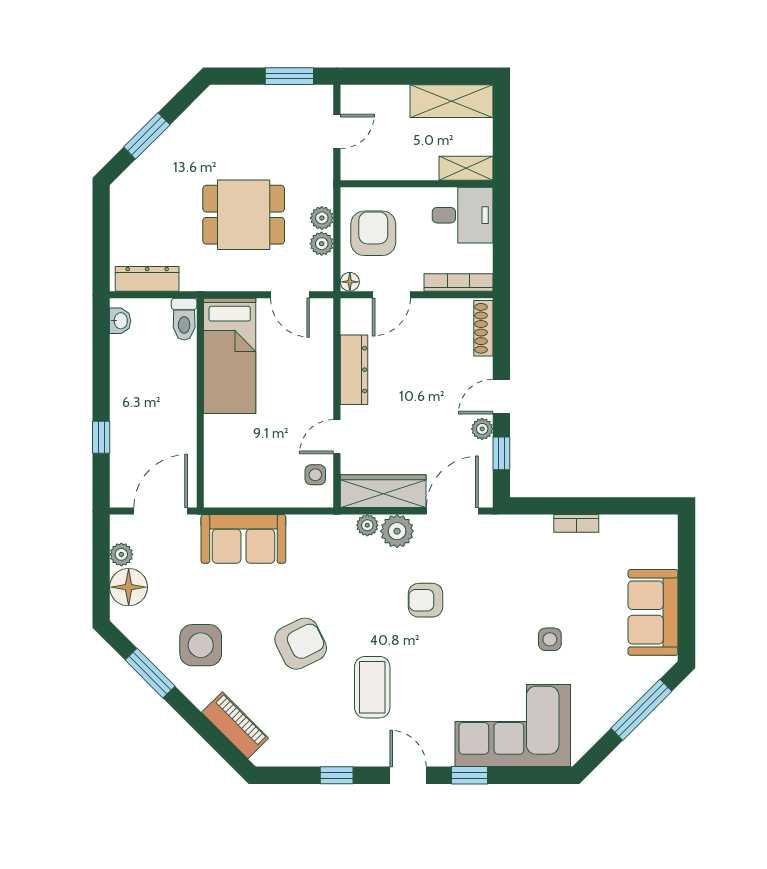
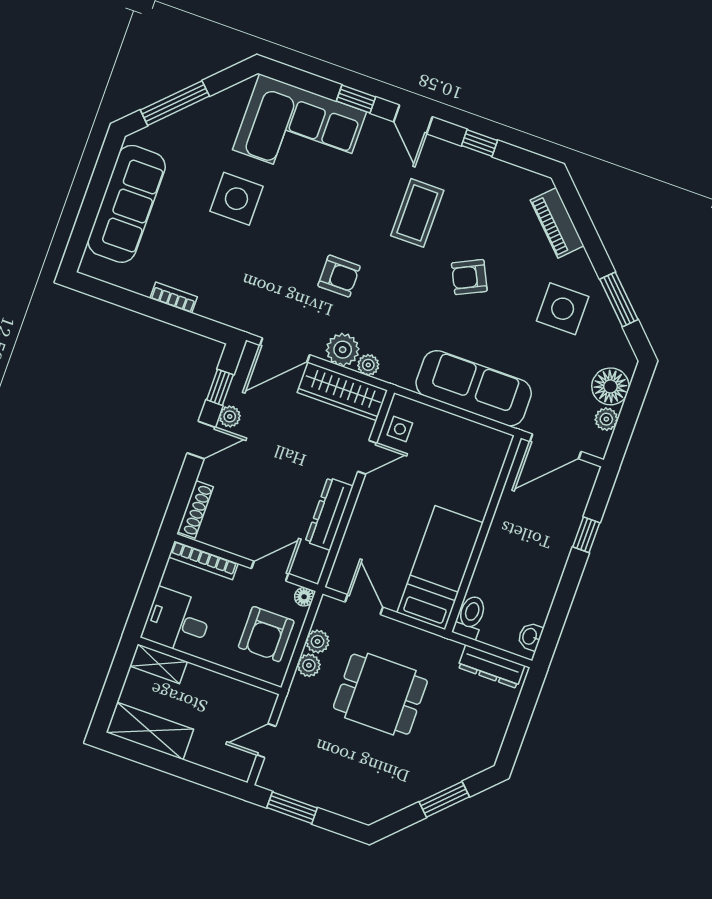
sofa: (243, 539) -> (474, 388), width x1.36
sofa: (653, 612) -> (127, 204), width x1.36
side table: (550, 639) -> (236, 199), width x1.87, depth x1.87
armchair: (301, 644) -> (469, 277), width x0.72, depth x0.72

